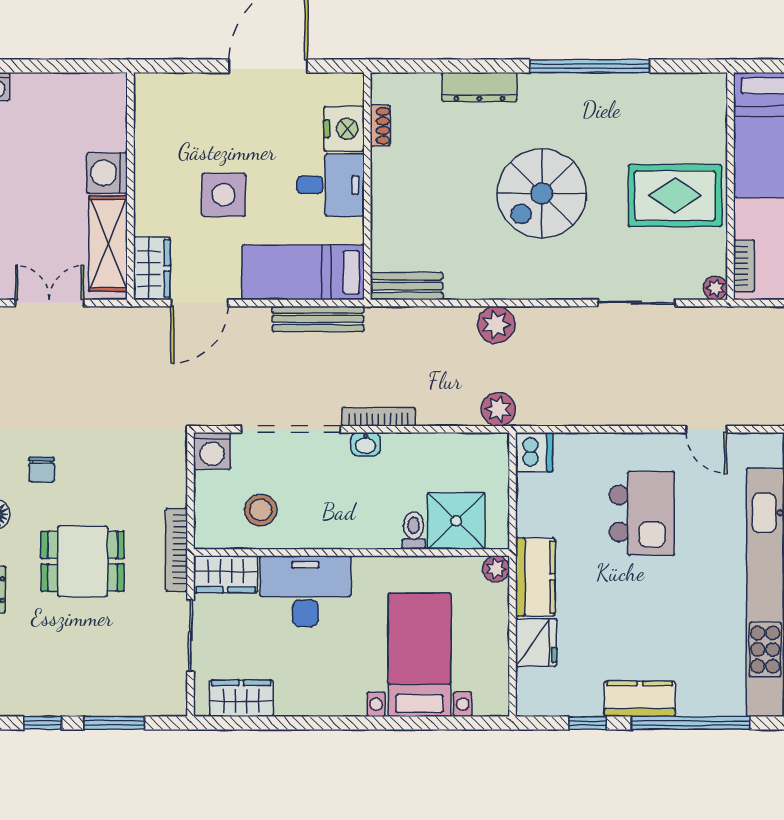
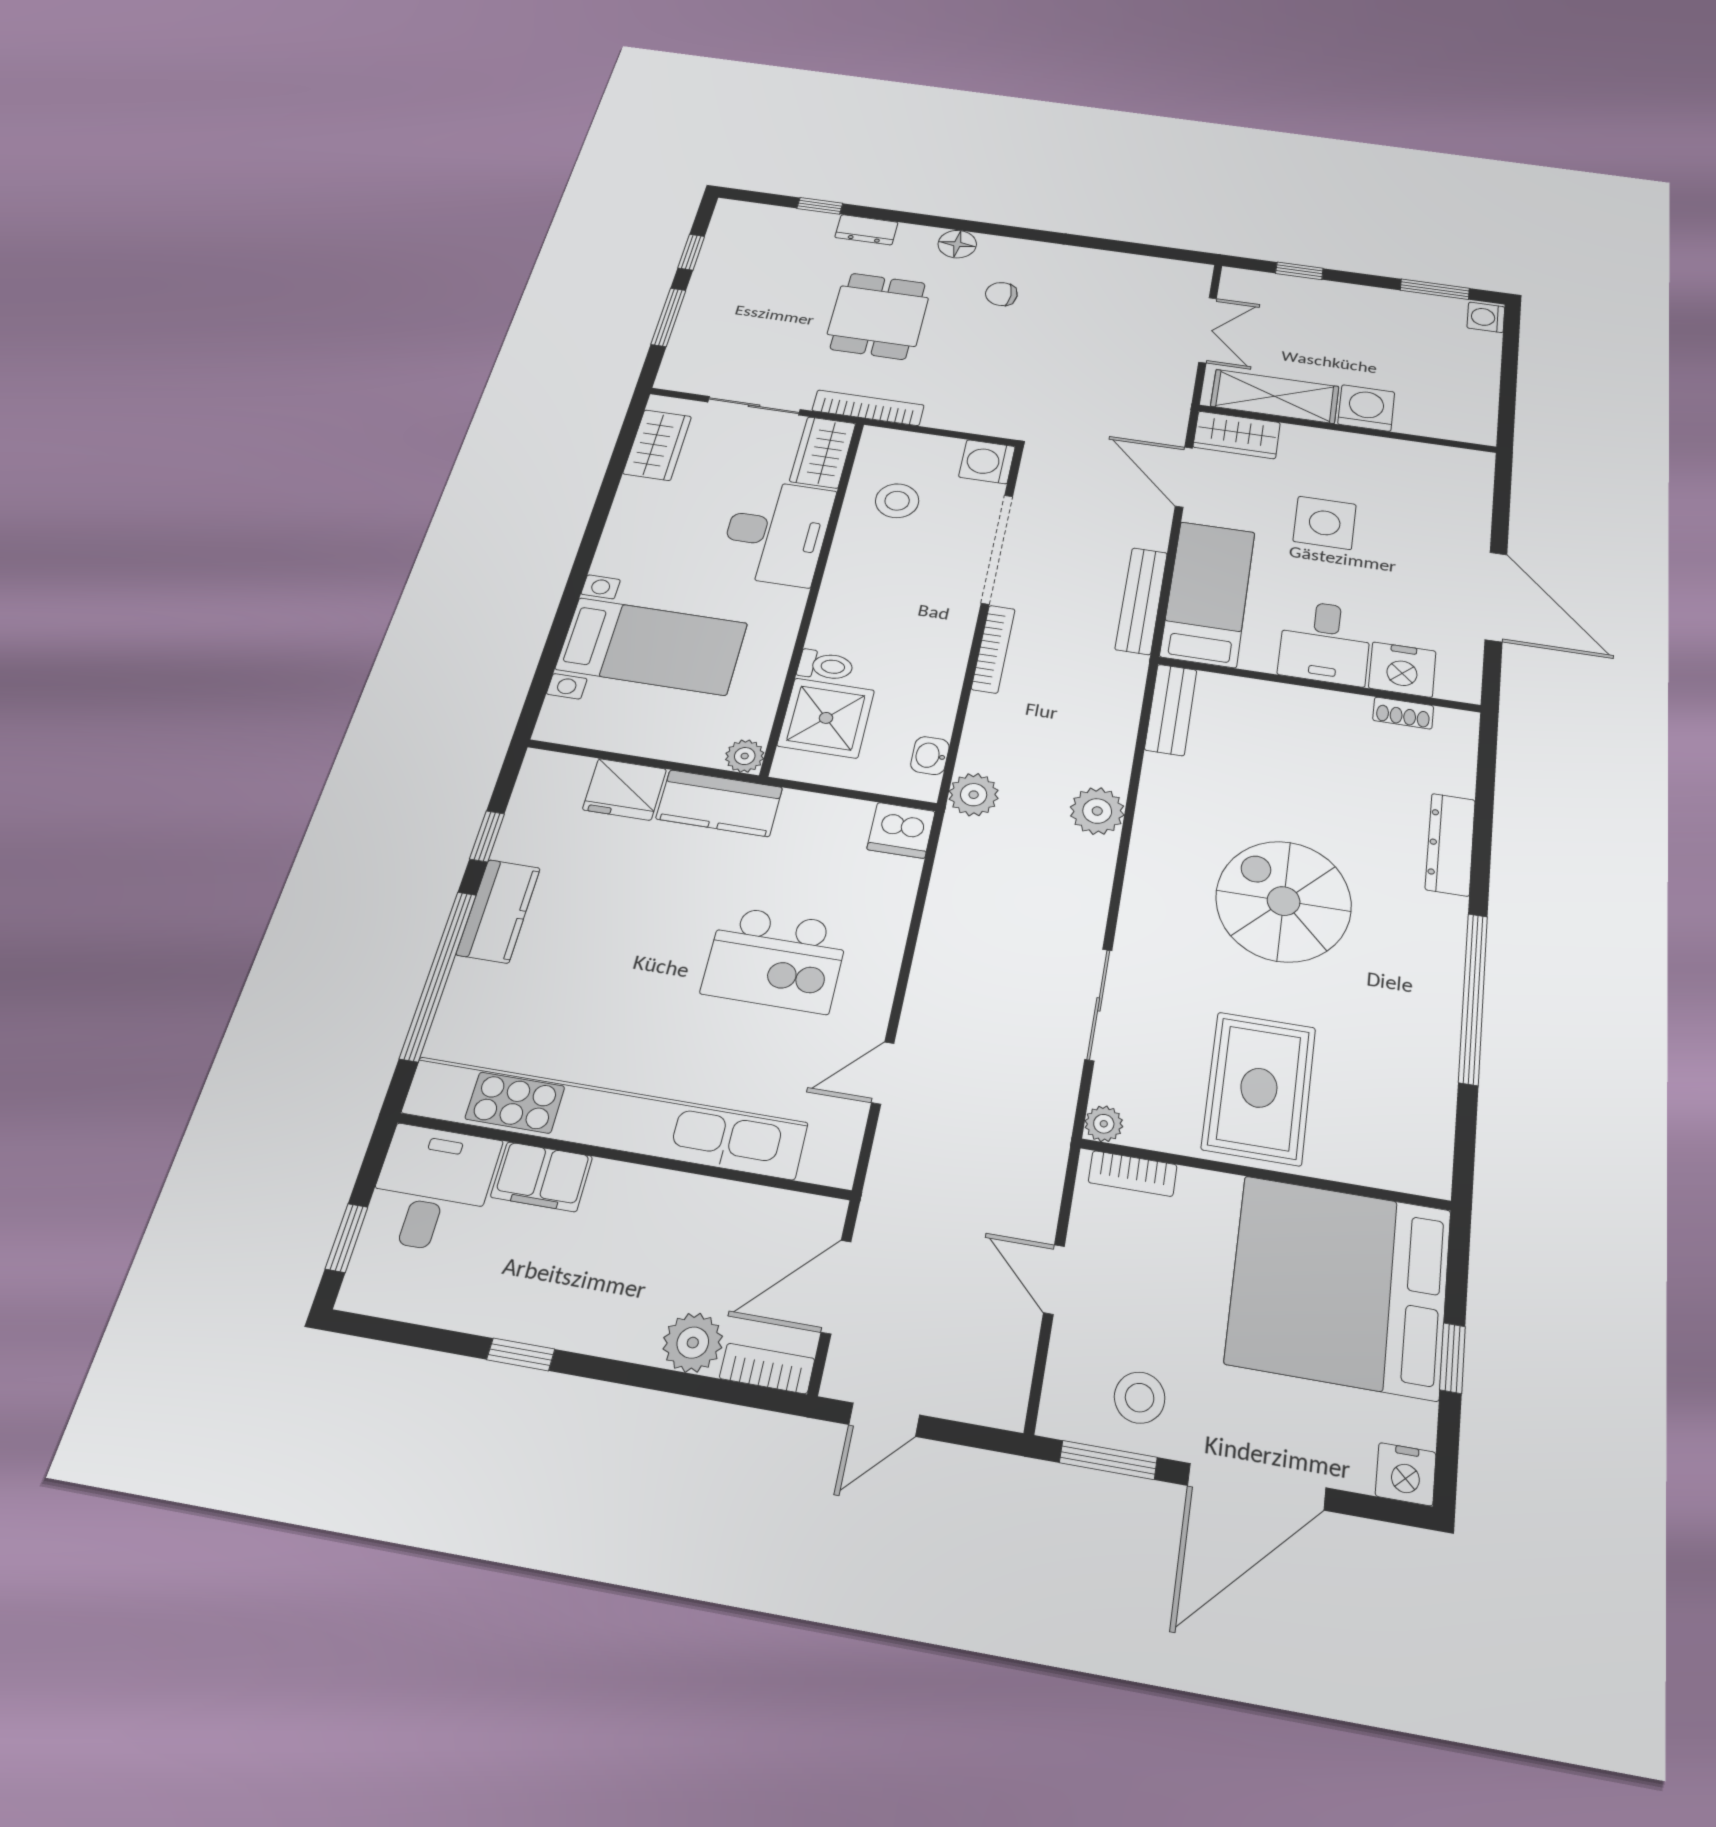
washbasin: (366, 444) -> (930, 756), moved

